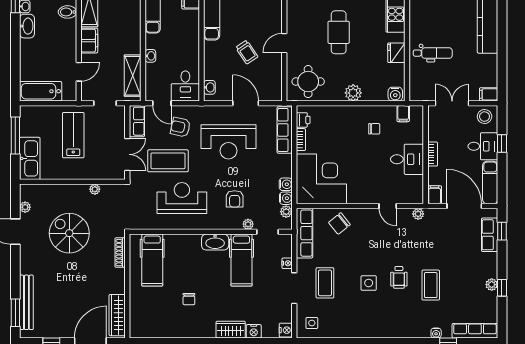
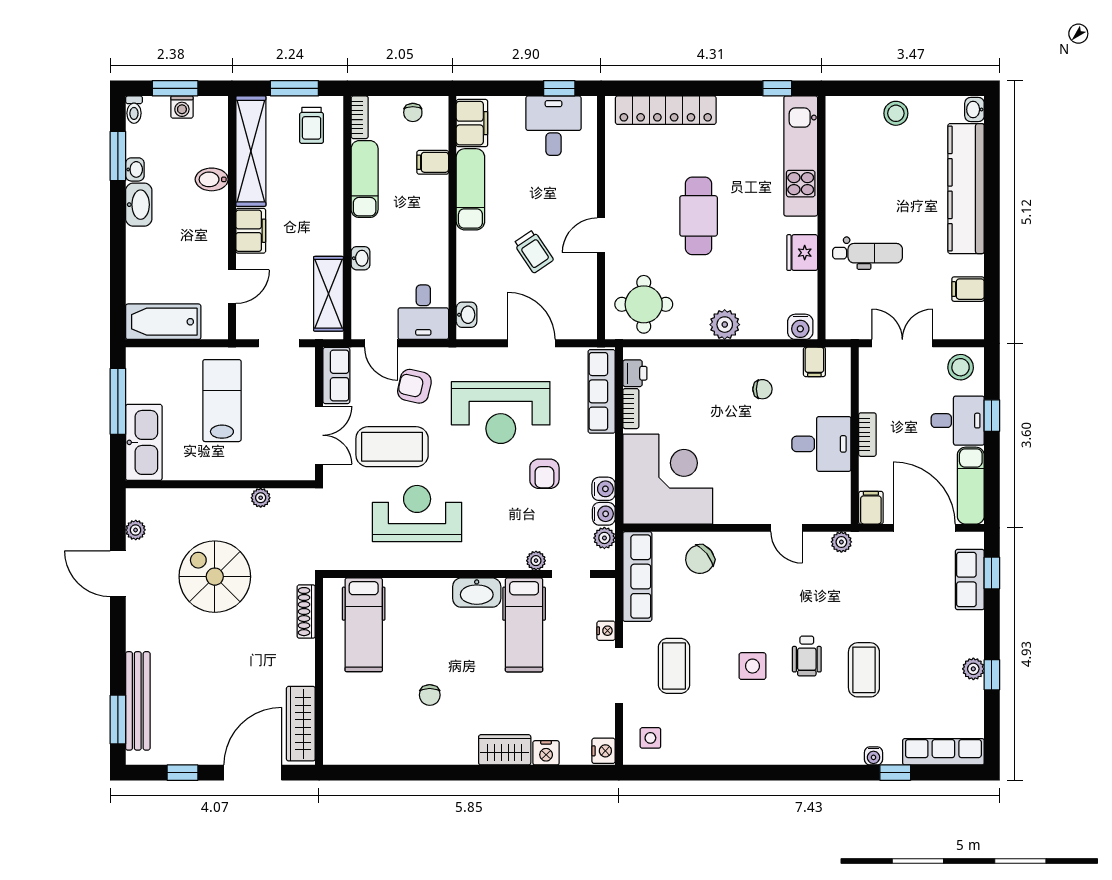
filing cabinet: (489, 94) -> (968, 289), moved
armchair: (235, 199) -> (544, 474), moved

